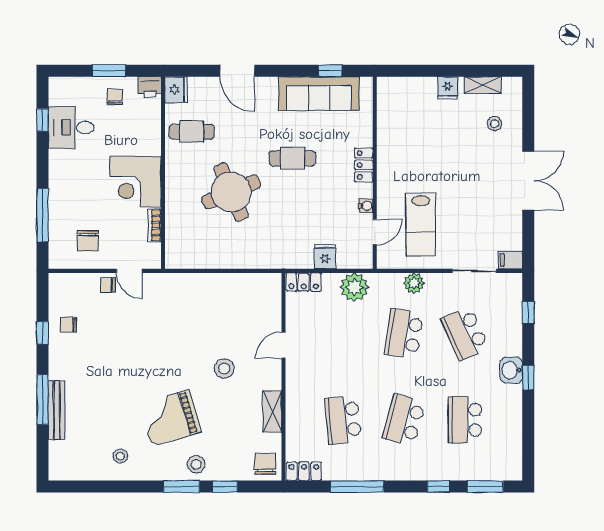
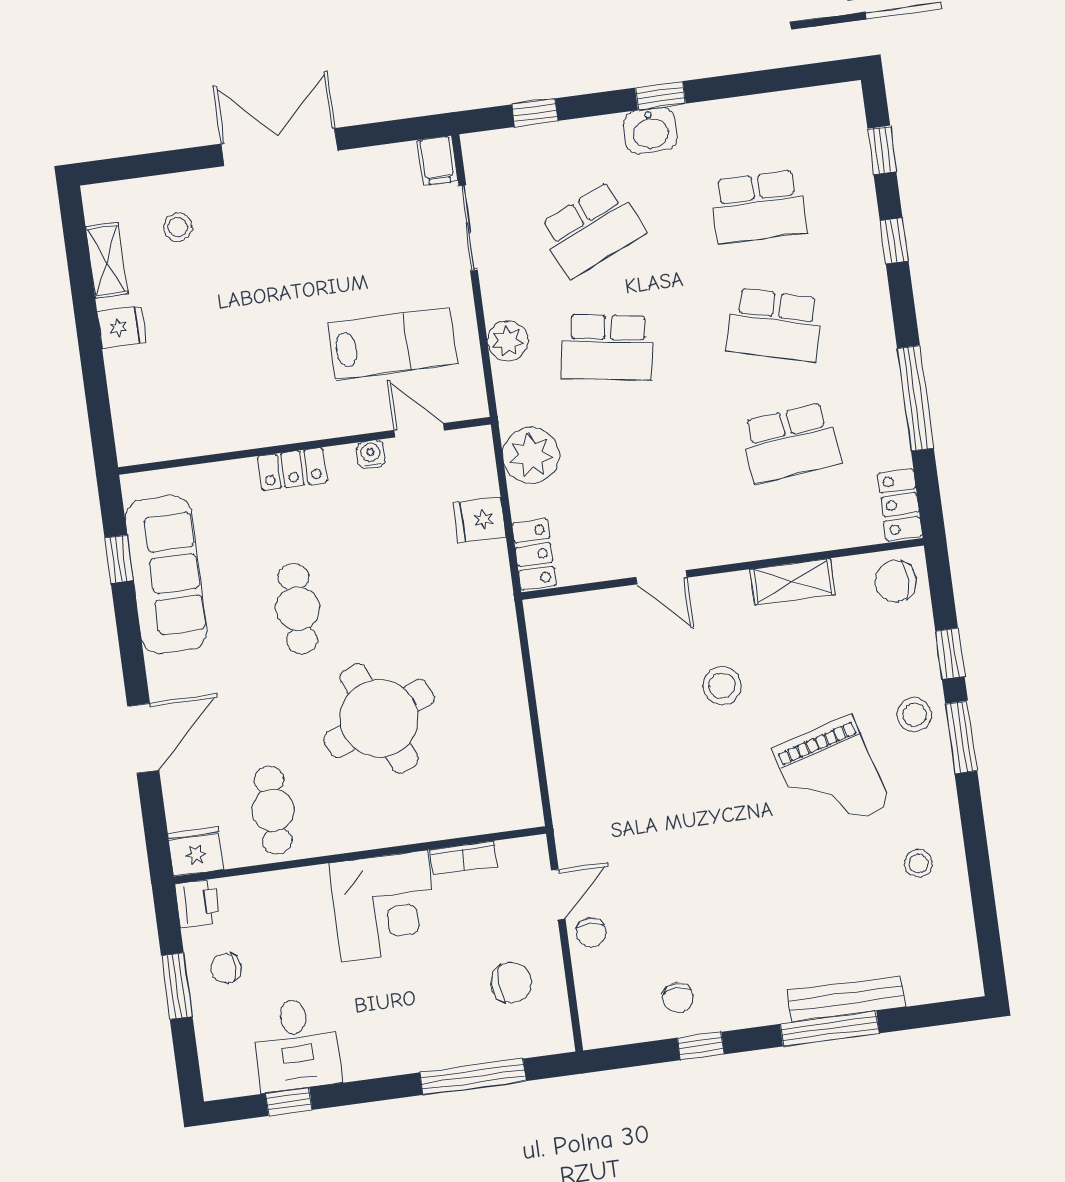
window: (485, 487) -> (882, 150), width x0.67

